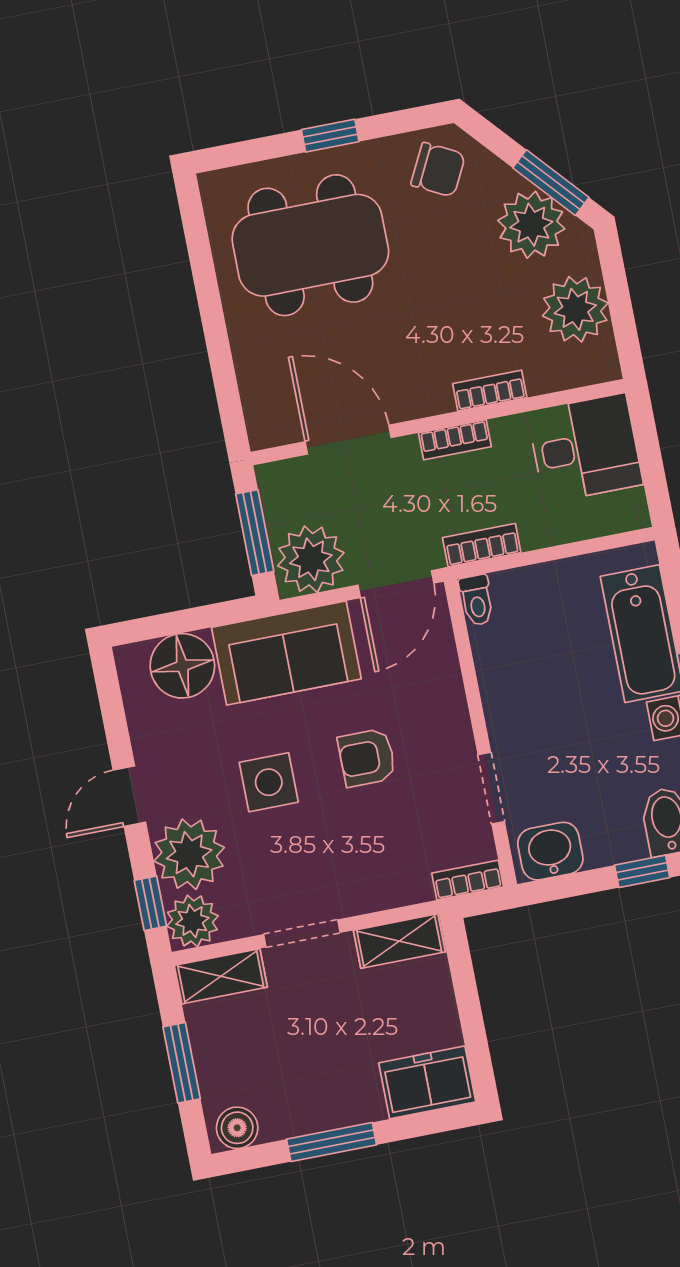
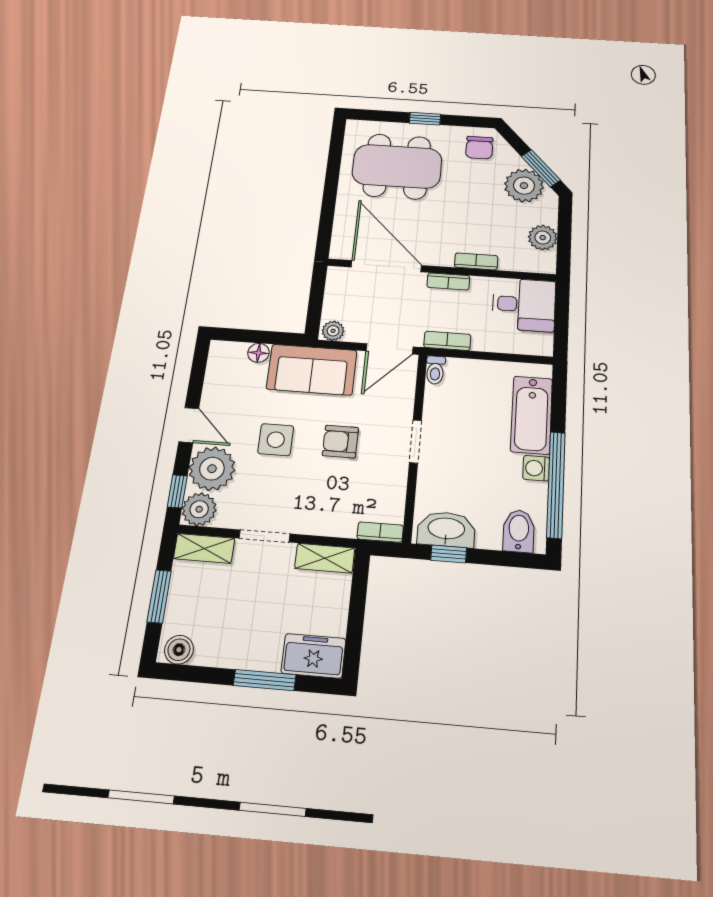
chair: (438, 170) -> (479, 148), turned 63
plant: (575, 309) -> (543, 238), width x0.73, depth x0.73
door: (348, 440) -> (386, 266), width x1.36
window: (255, 533) -> (316, 301), removed
plant: (311, 559) -> (333, 331), width x0.53, depth x0.53
floor lamp: (182, 666) -> (258, 353), width x0.53, depth x0.53
doorway: (491, 788) -> (415, 441), moved
door: (129, 796) -> (189, 425), swing flipped
washbasin: (550, 851) -> (446, 529), width x1.38
window: (642, 871) -> (449, 554), moved
window: (332, 1142) -> (265, 680), moved

